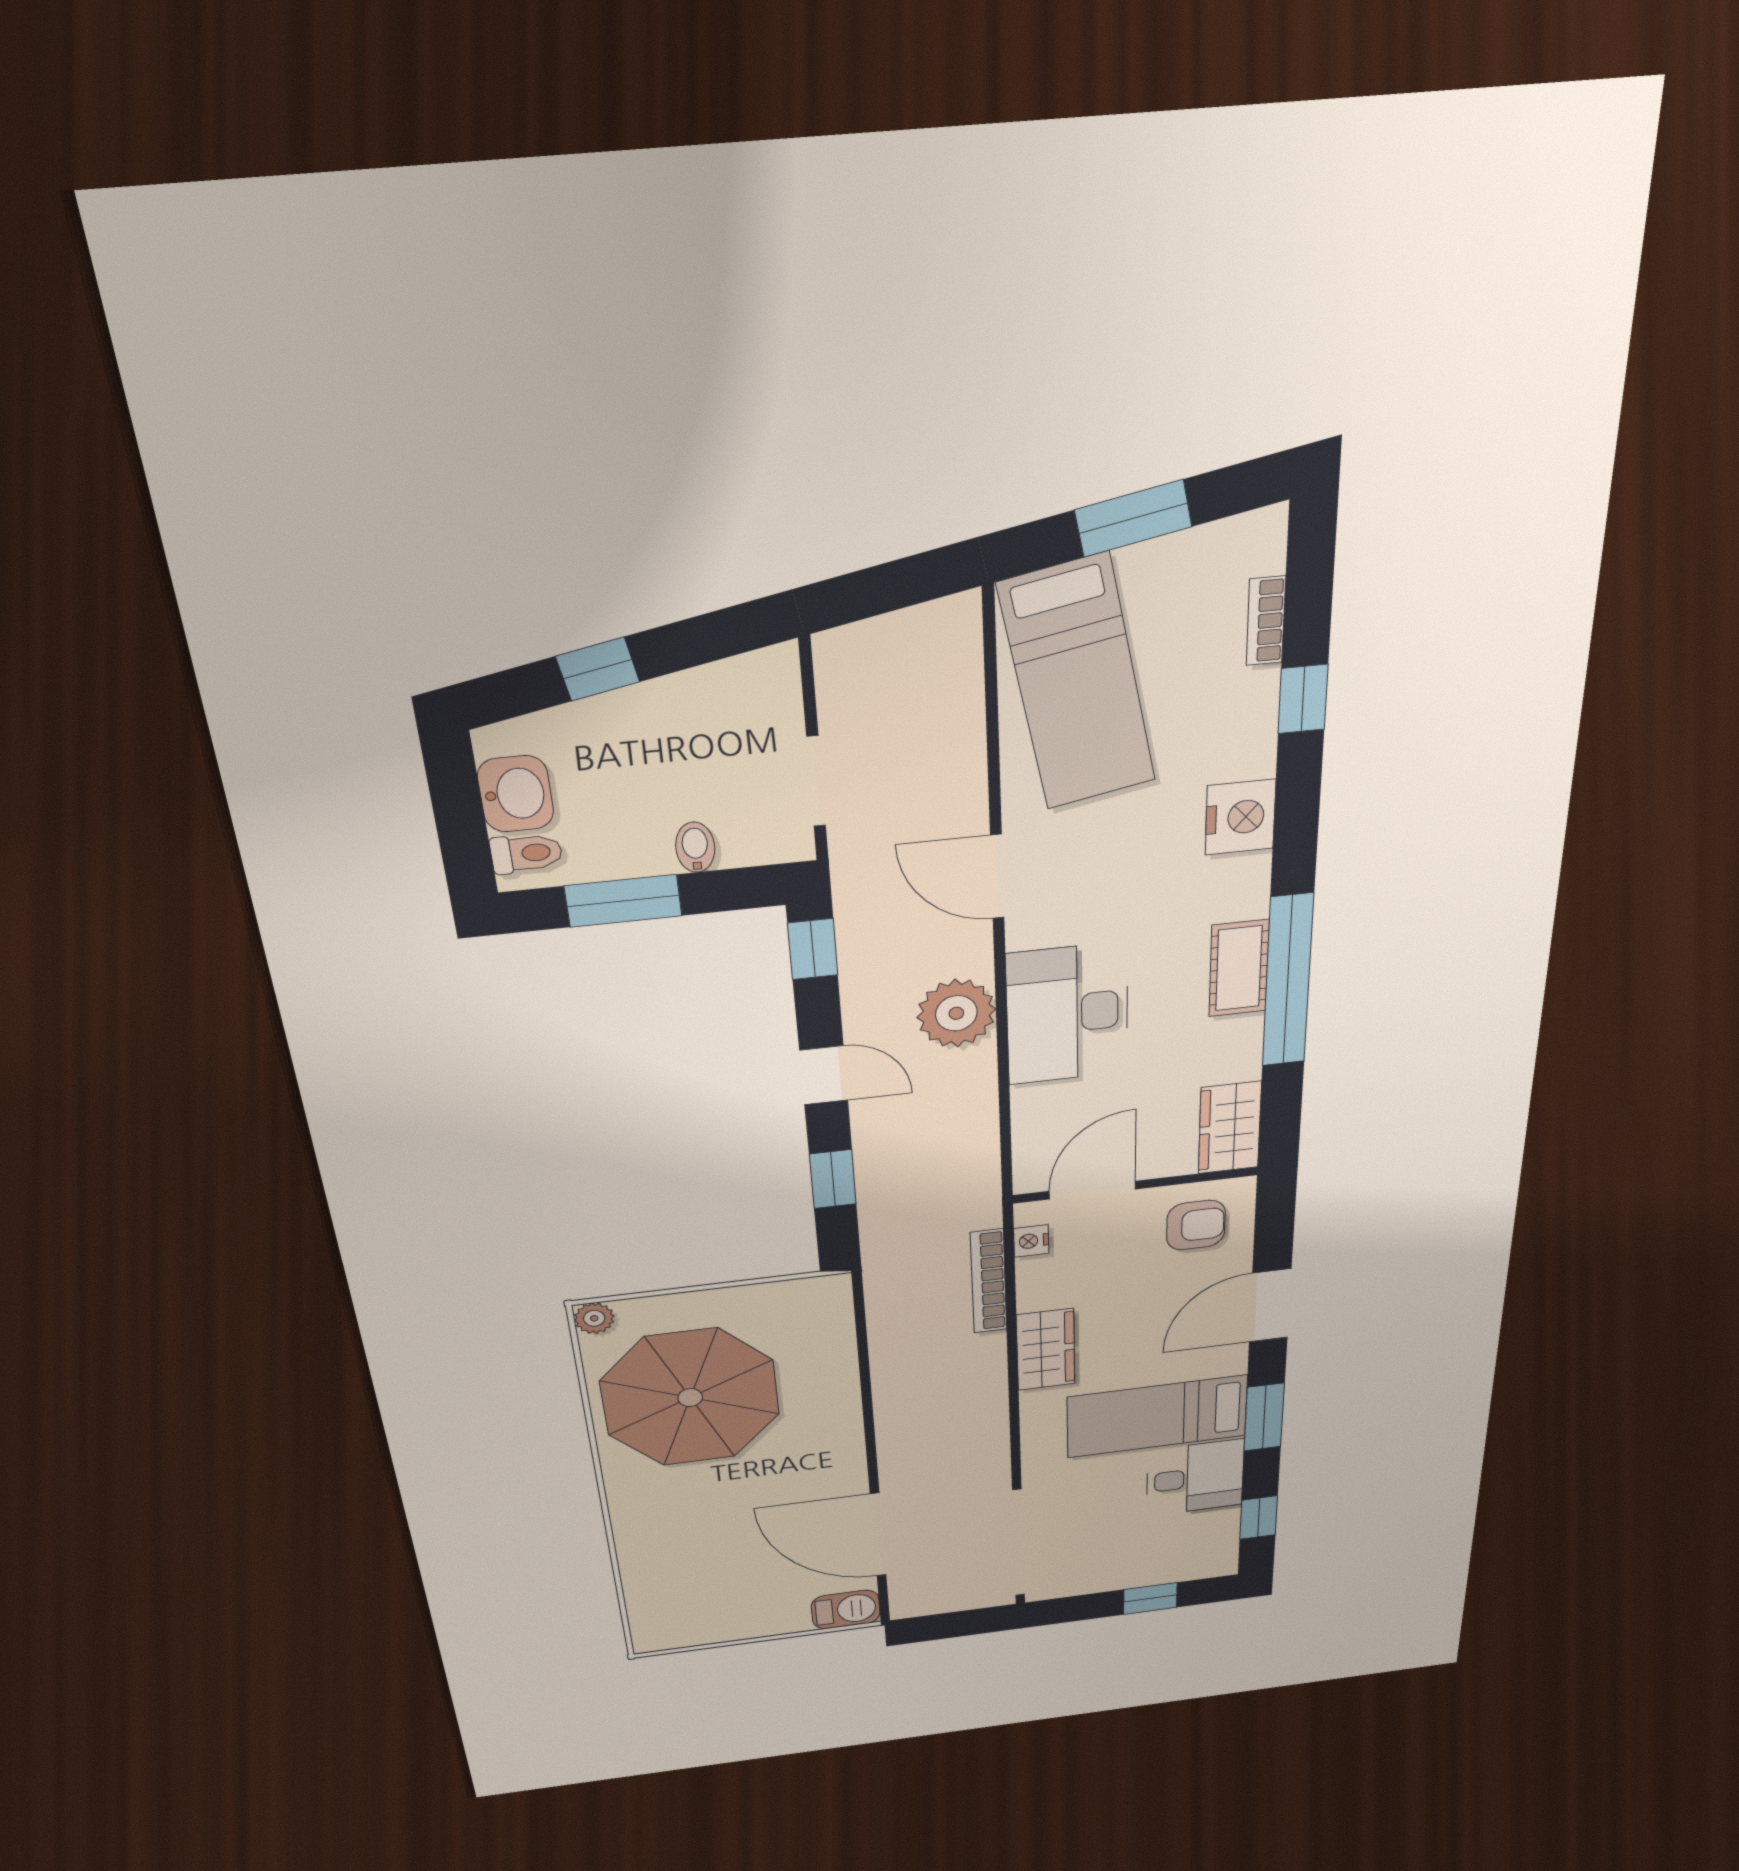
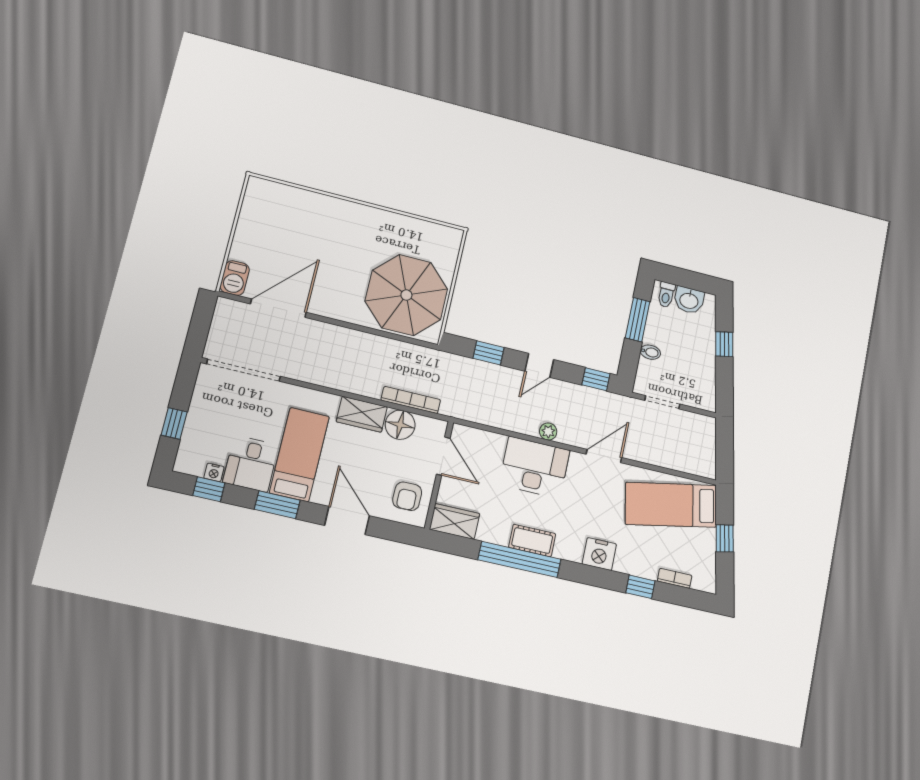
window: (1133, 518) -> (725, 538), width x0.67
plant: (956, 1013) -> (548, 432), width x0.53, depth x0.53
nightstand: (1031, 1241) -> (214, 472), moved, turned 180
floor lamp: (1048, 1282) -> (400, 425), added
plant: (594, 1318) -> (454, 236), removed
parasol: (690, 1398) -> (406, 295), moved

